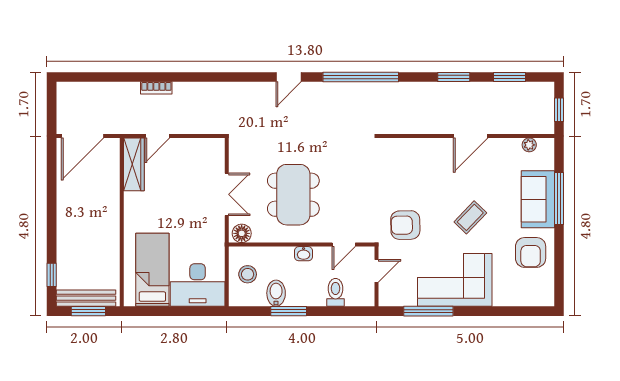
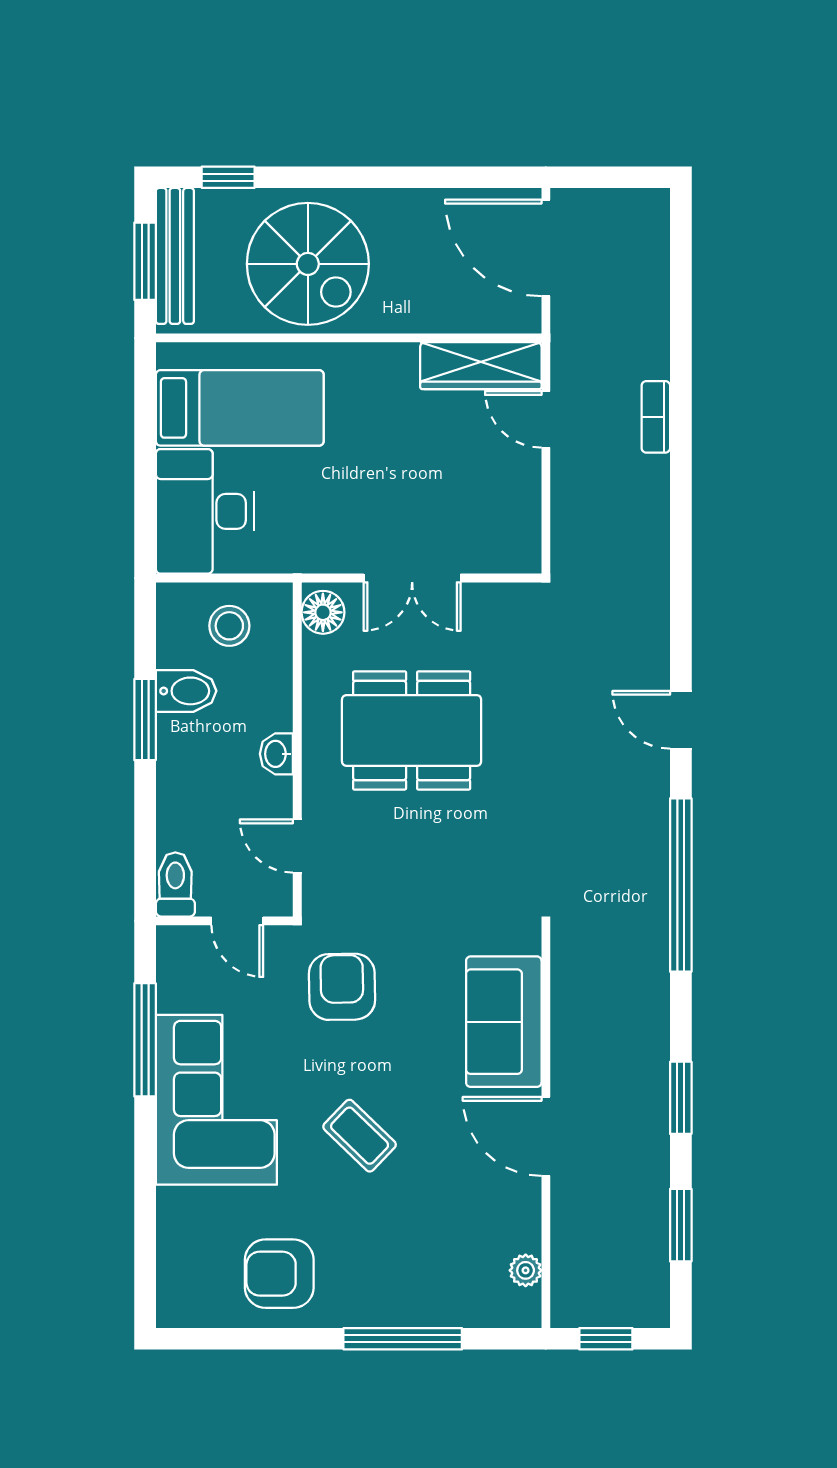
sofa: (538, 199) -> (504, 1022), moved, turned -90
spiral stairs: (89, 240) -> (308, 264), added
toilet: (336, 292) -> (175, 884), moved, turned -90

